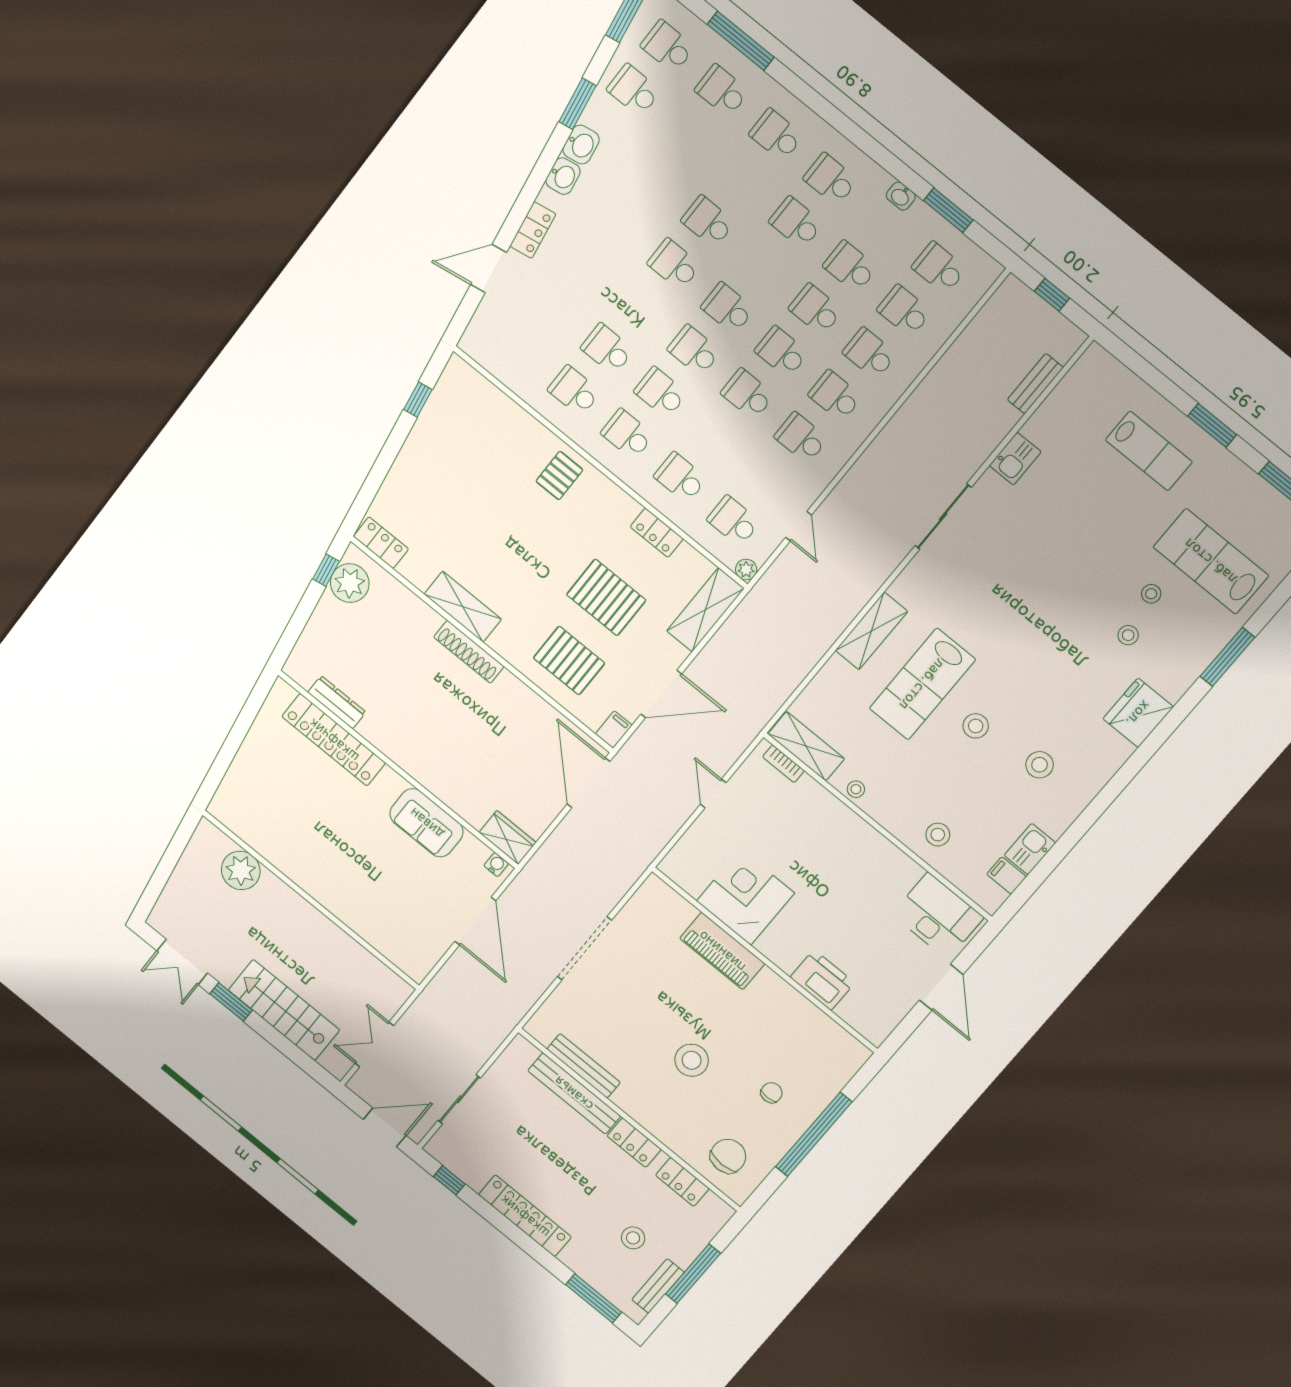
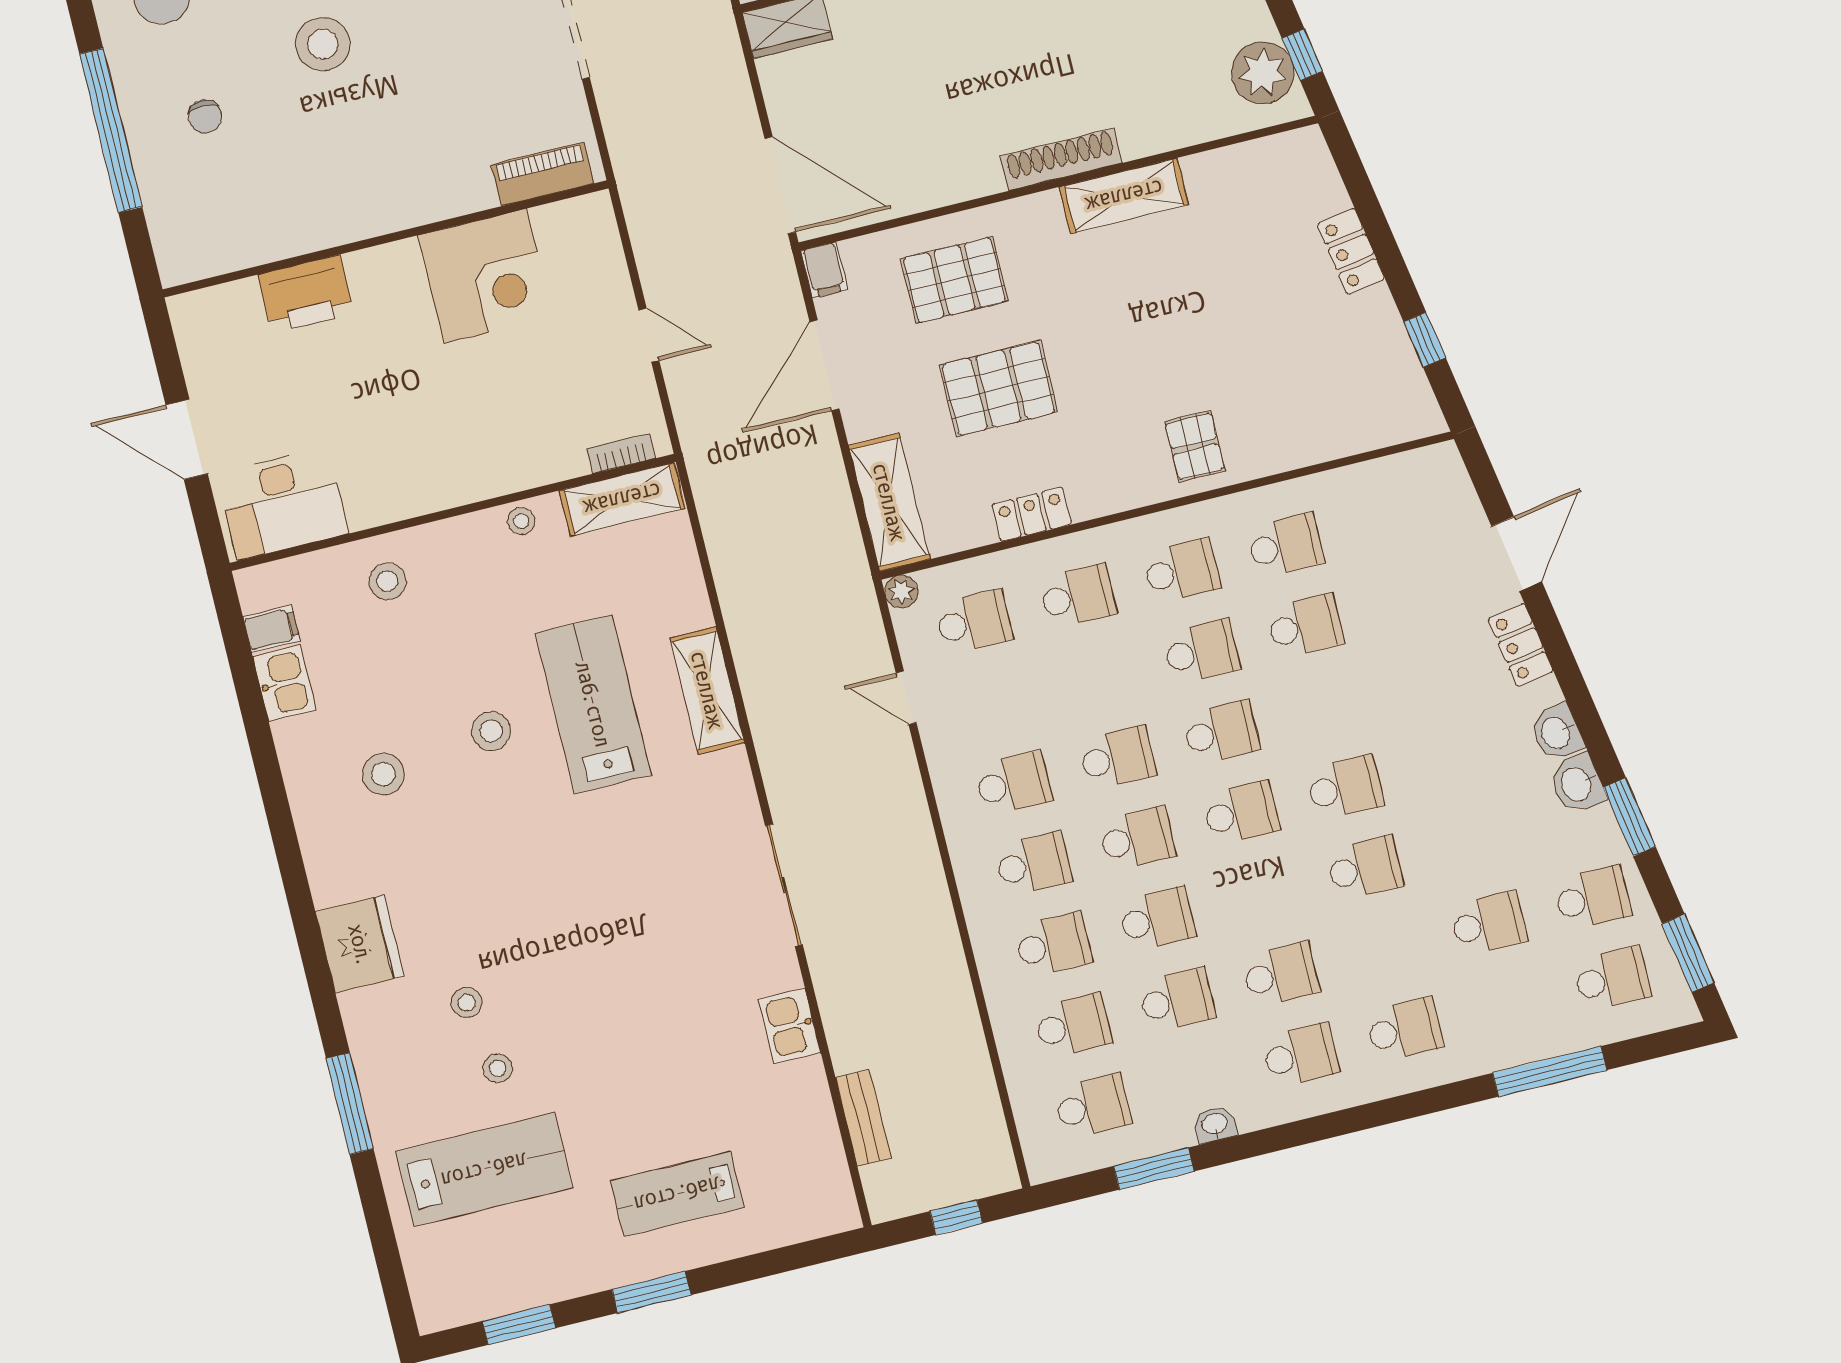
school desk: (722, 91) -> (1488, 923), moved
locker: (381, 543) -> (1351, 251), moved, turned 81
piano: (722, 951) -> (543, 174), moved, width x0.73, depth x0.75

